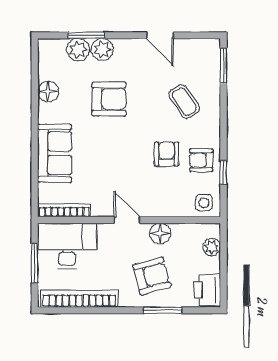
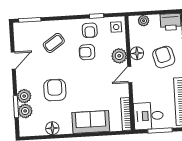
plant: (158, 205) -> (119, 56), added
desk: (67, 246) -> (148, 116), width x0.73

